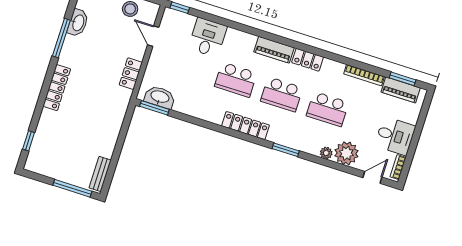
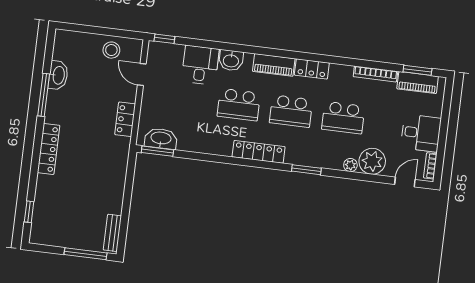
washbasin: (236, 38) -> (231, 60), added

